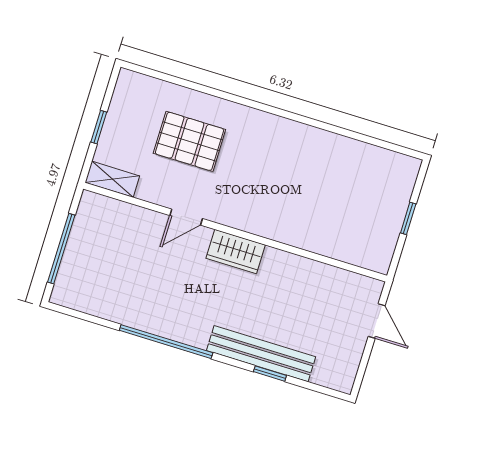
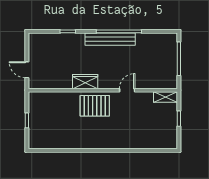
pallet: (189, 141) -> (95, 106), moved
wardrobe: (236, 252) -> (85, 82), moved
bench: (261, 354) -> (110, 39), moved

